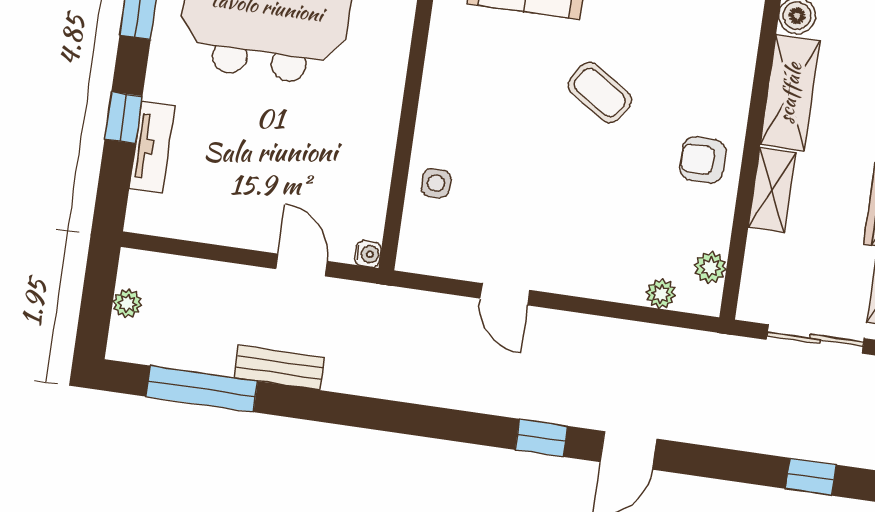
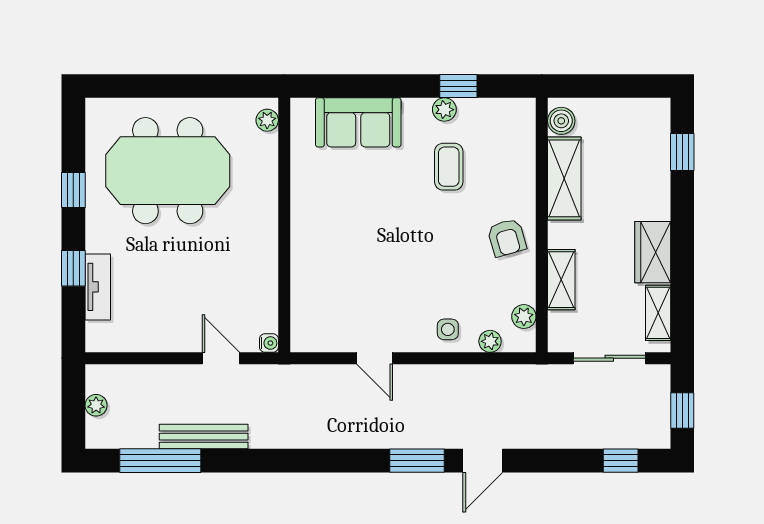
coffee table: (600, 92) -> (449, 167), moved, turned 57
armchair: (703, 160) -> (507, 238), turned -106
side table: (436, 183) -> (448, 329), moved
shelving: (772, 190) -> (561, 280), moved
bench: (279, 368) -> (204, 437), width x1.36
window: (541, 438) -> (417, 461), width x1.50

